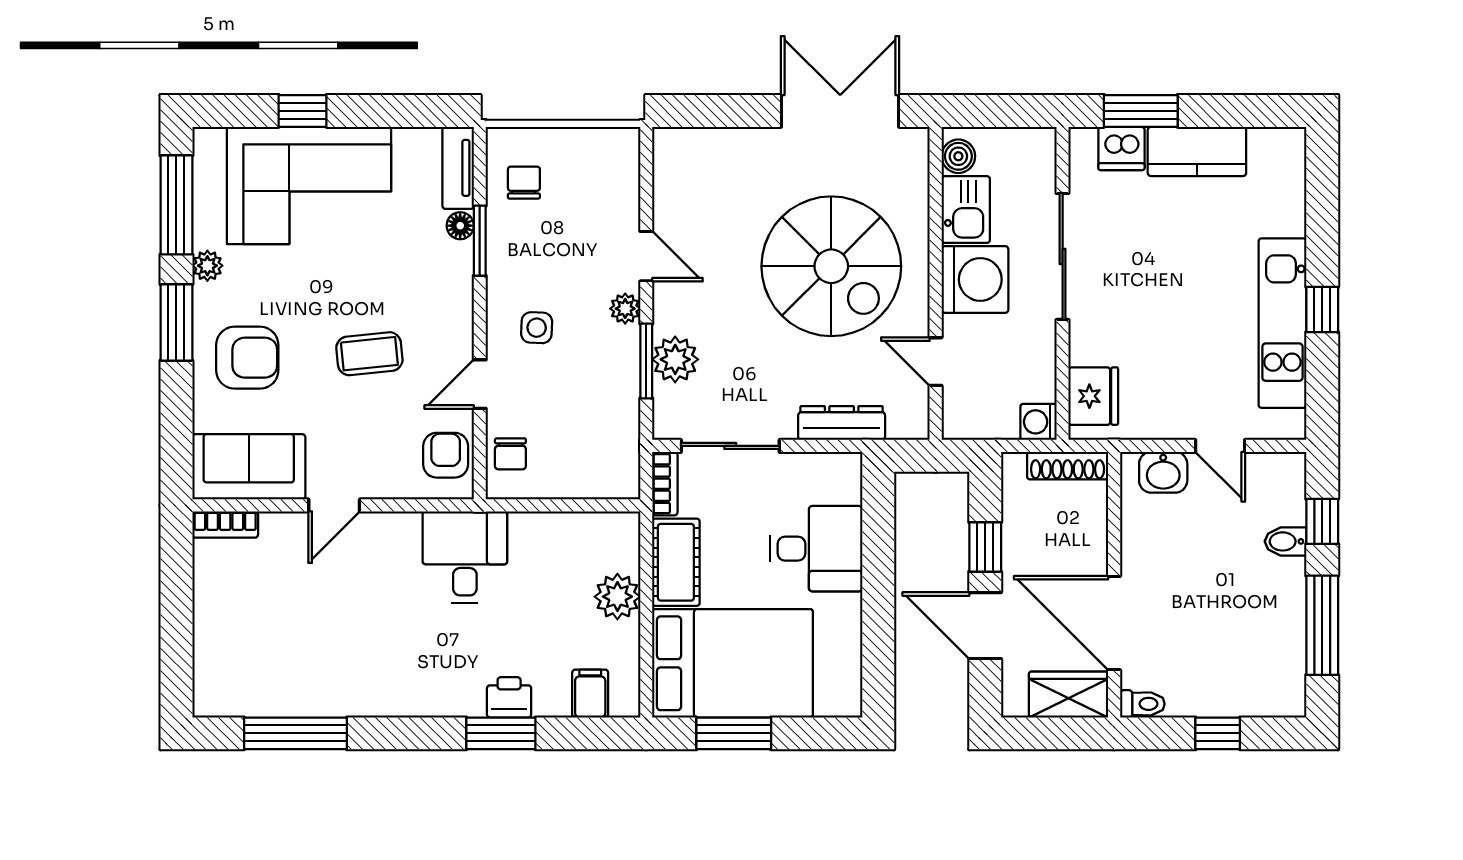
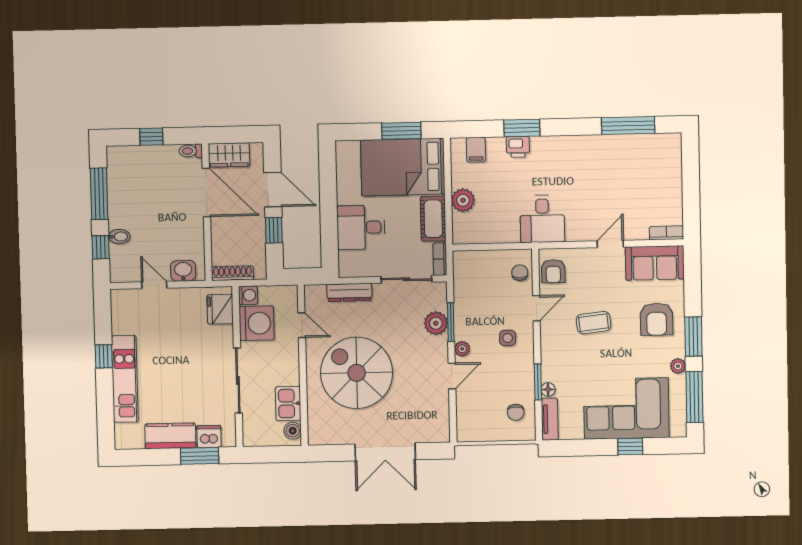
double door: (840, 111) -> (385, 452), moved
door: (646, 256) -> (452, 376), swing flipped
washing machine: (975, 279) -> (257, 323), moved, turned 180
kitchen unit: (1282, 323) -> (125, 379), moved
armchair: (247, 358) -> (657, 319), turned -90

